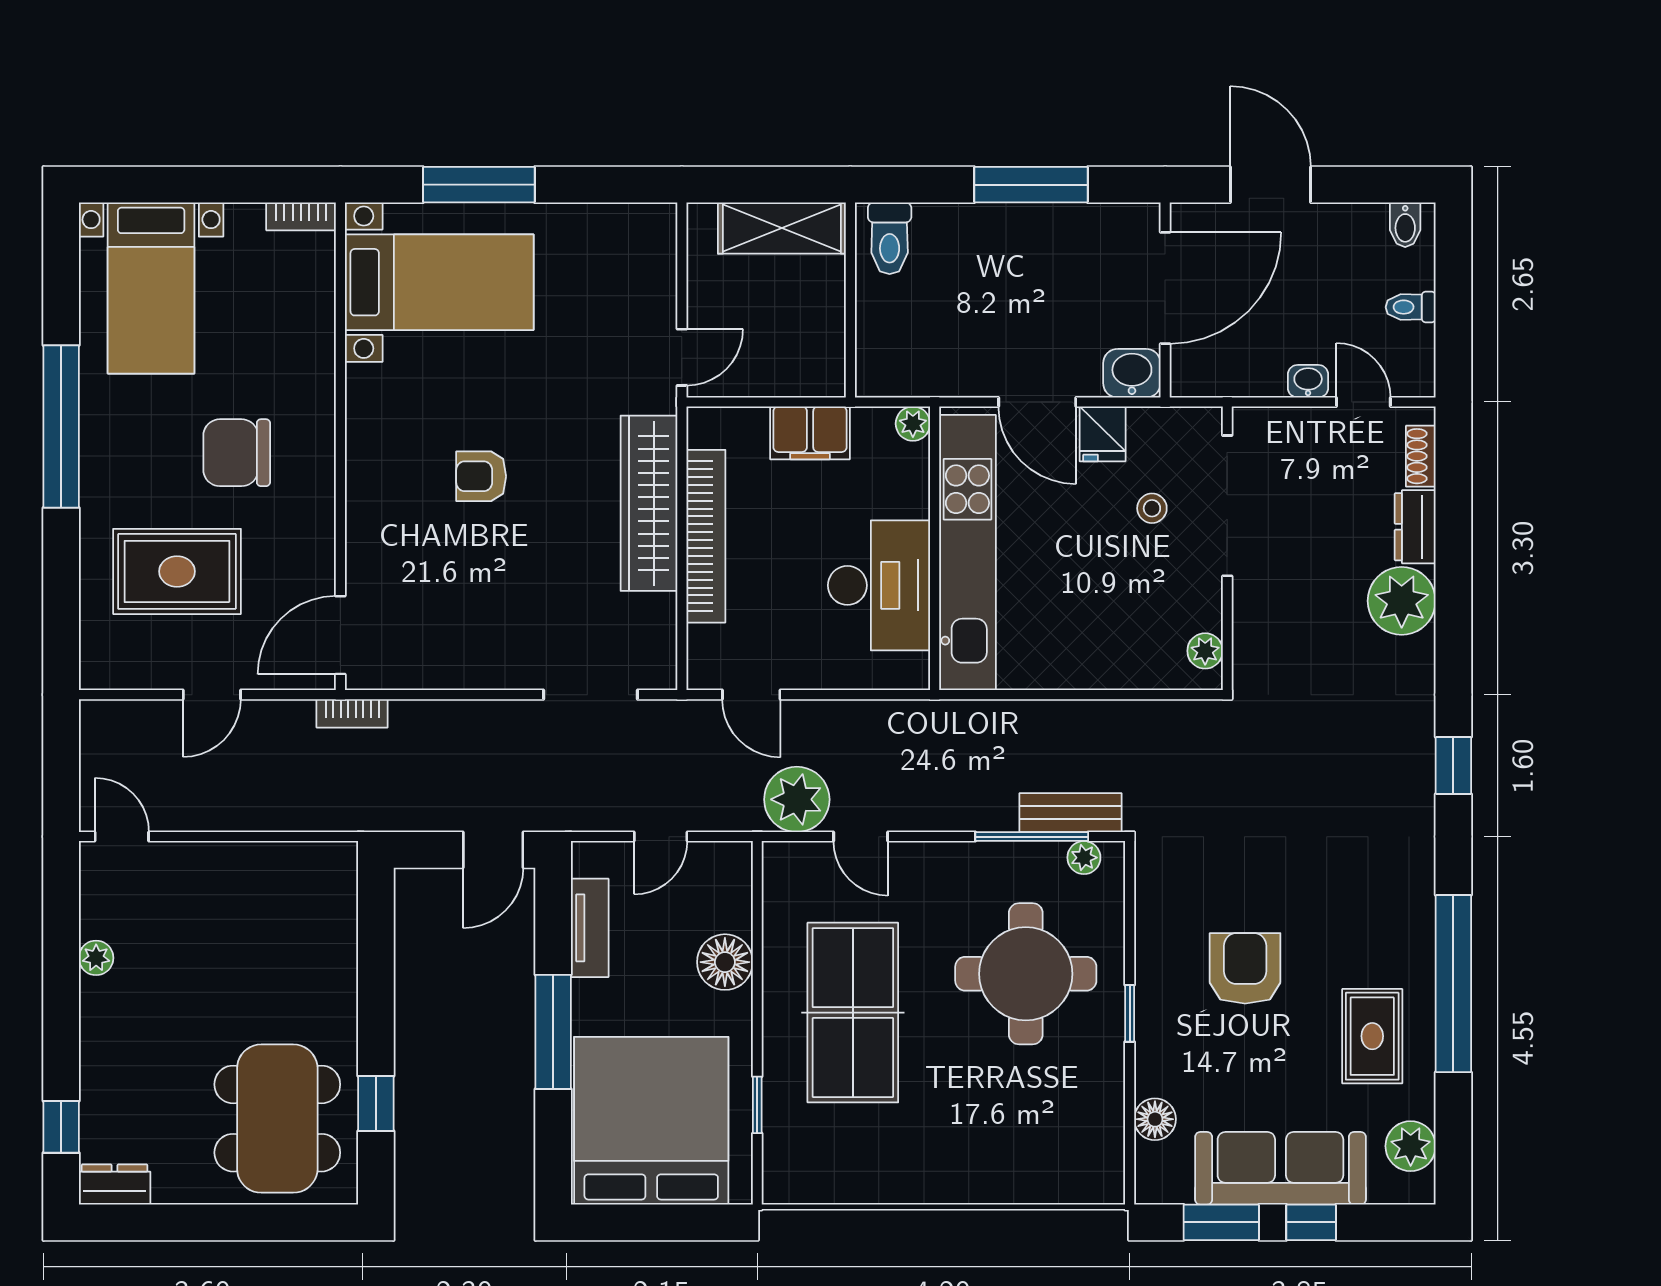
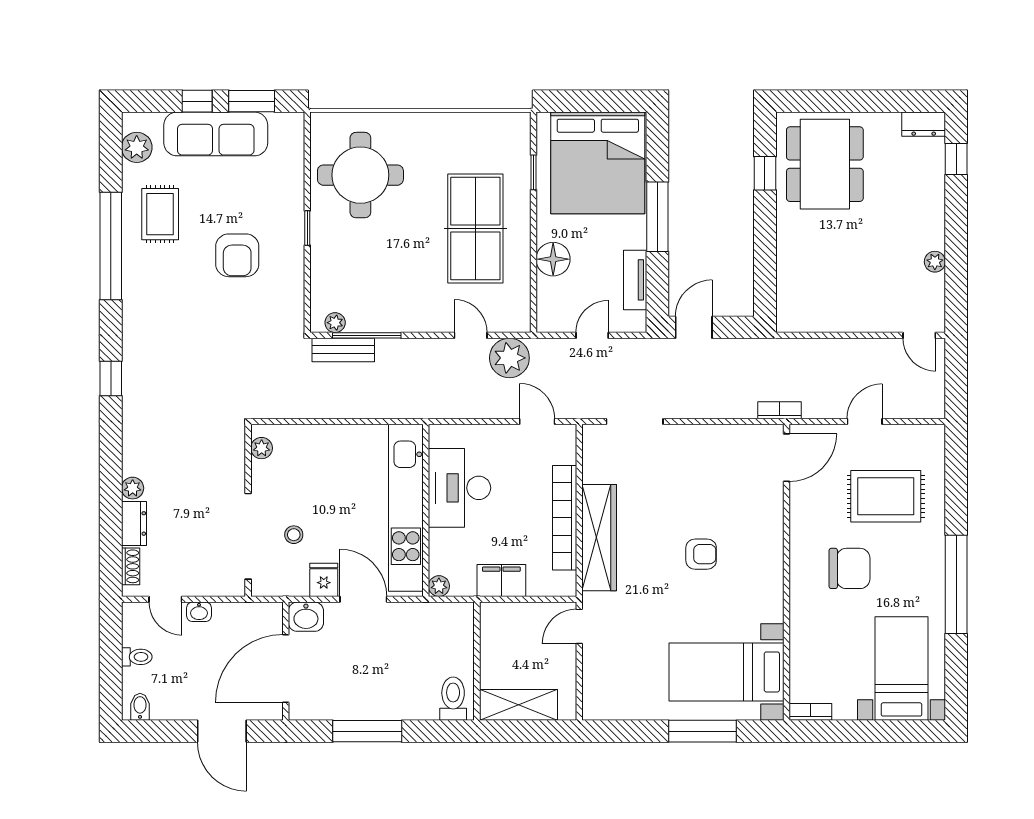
plant: (1402, 601) -> (133, 488), width x0.53, depth x0.53
round table: (1026, 974) -> (360, 175), moved
floor lamp: (1155, 1119) -> (292, 164), removed

